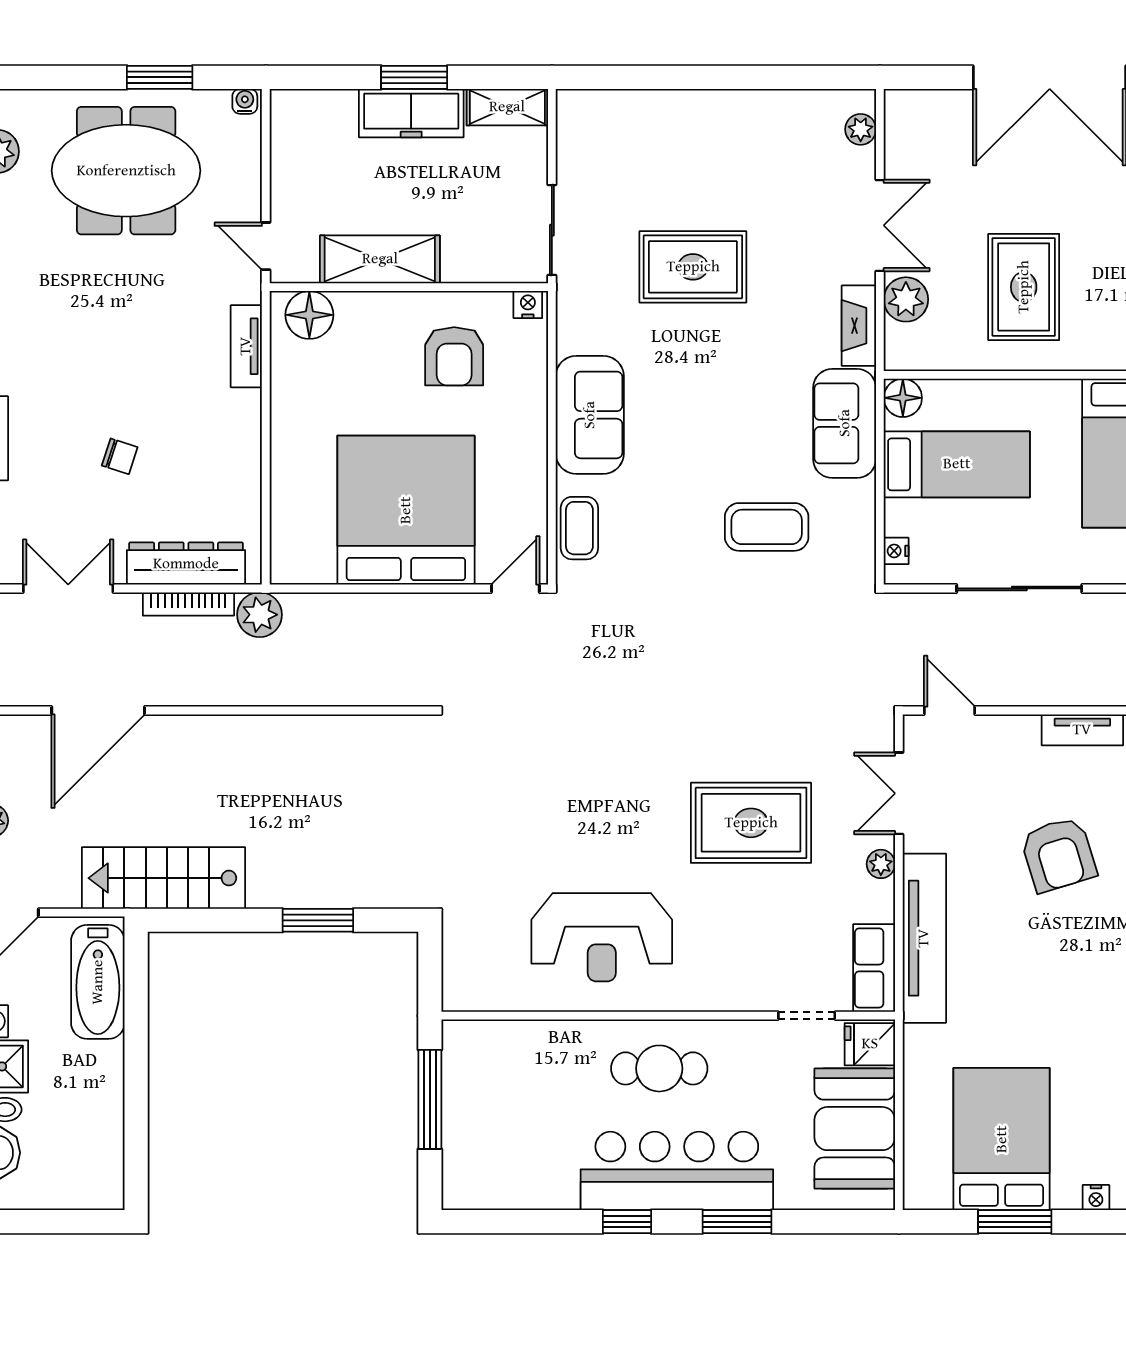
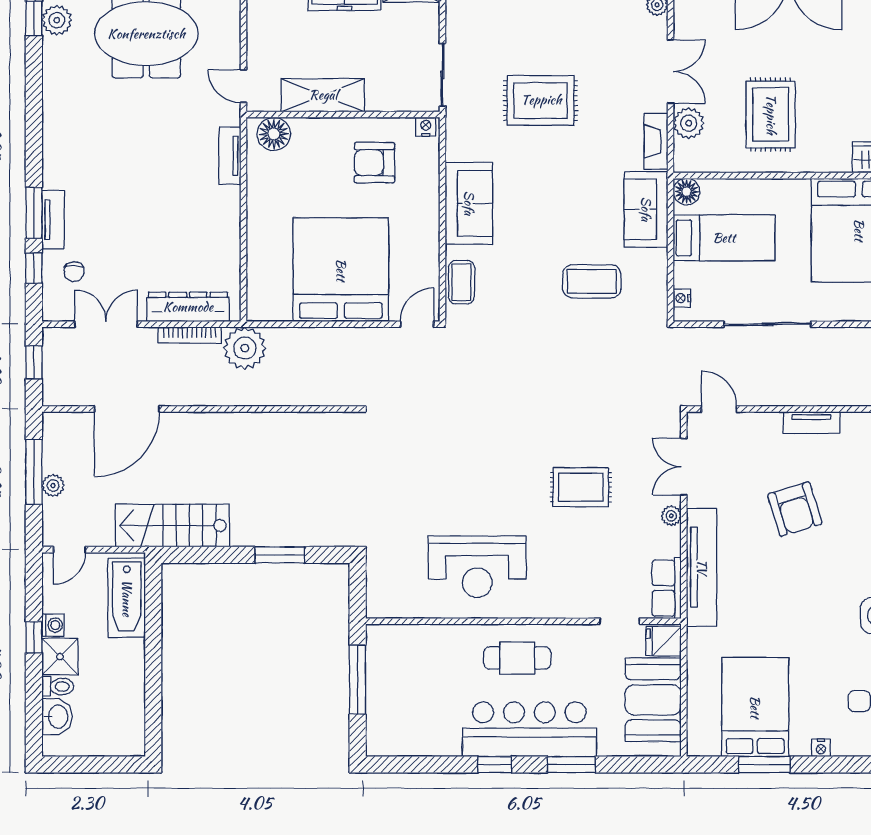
armchair: (454, 356) -> (374, 163), turned 90
chair: (120, 456) -> (74, 272), moved, turned 72
plant: (260, 615) -> (245, 348), width x1.36, depth x1.36
rug: (751, 823) -> (581, 487), width x0.73, depth x0.70

